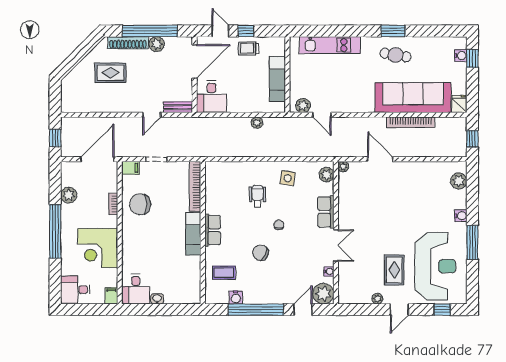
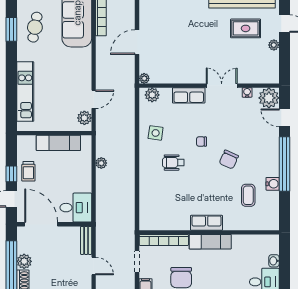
bookcase: (195, 187) -> (164, 240), moved
row of seats: (213, 230) -> (207, 223), moved
wall: (203, 233) -> (209, 232), moved
exam couch: (193, 234) -> (210, 242), moved

